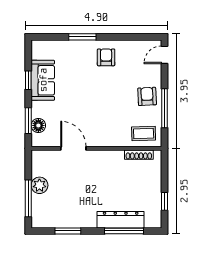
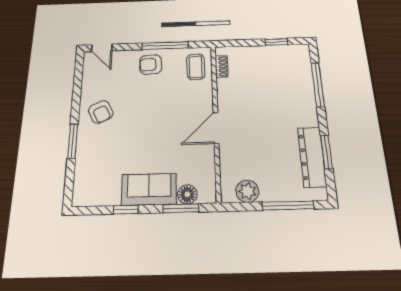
armchair: (106, 57) -> (101, 112), turned -115
sofa: (43, 80) -> (149, 189), moved
door: (73, 148) -> (216, 128), moved
shoe rack: (139, 155) -> (221, 66), width x0.70
plant: (39, 185) -> (247, 191), moved
dresser: (121, 220) -> (312, 157), moved

